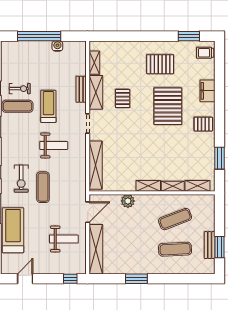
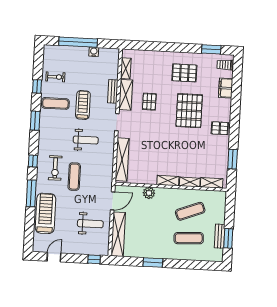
exercise bike: (20, 89) -> (55, 77), moved
filing cabinet: (207, 91) -> (226, 88), moved

